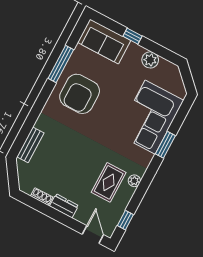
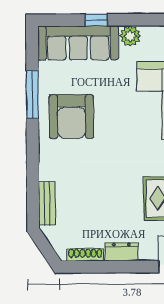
sofa: (104, 41) -> (78, 43), width x1.36
shoe rack: (42, 197) -> (85, 255), width x1.43

